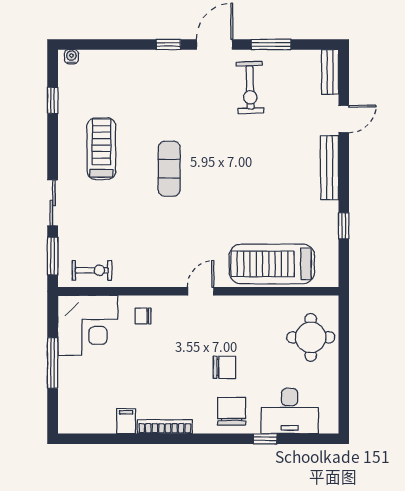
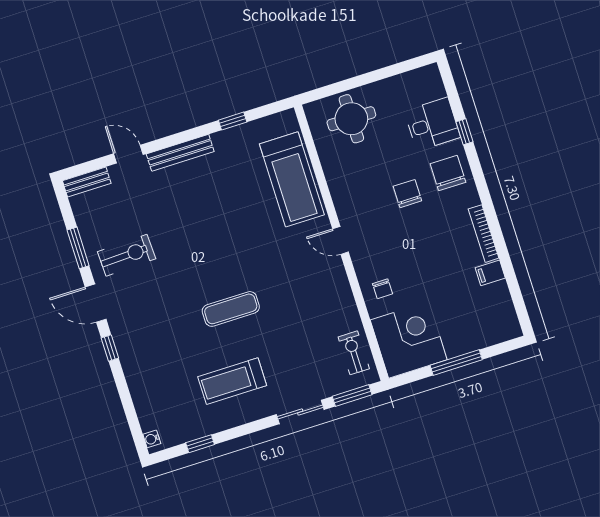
chair: (232, 411) -> (448, 173), turned 90
desk: (290, 411) -> (432, 124), width x0.73

